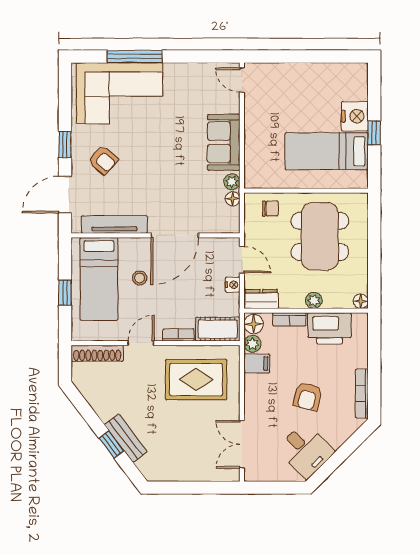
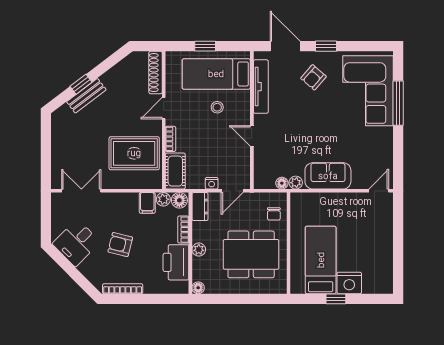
door: (175, 235) -> (252, 136), width x0.53
door: (141, 343) -> (164, 108), swing flipped
rug: (196, 380) -> (134, 153), turned 90

